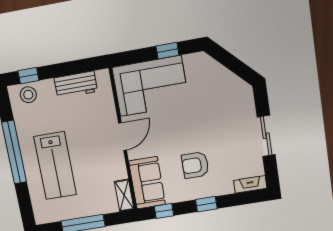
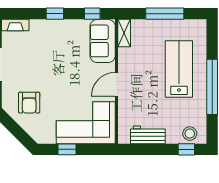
armchair: (195, 165) -> (29, 103), moved, turned 90

